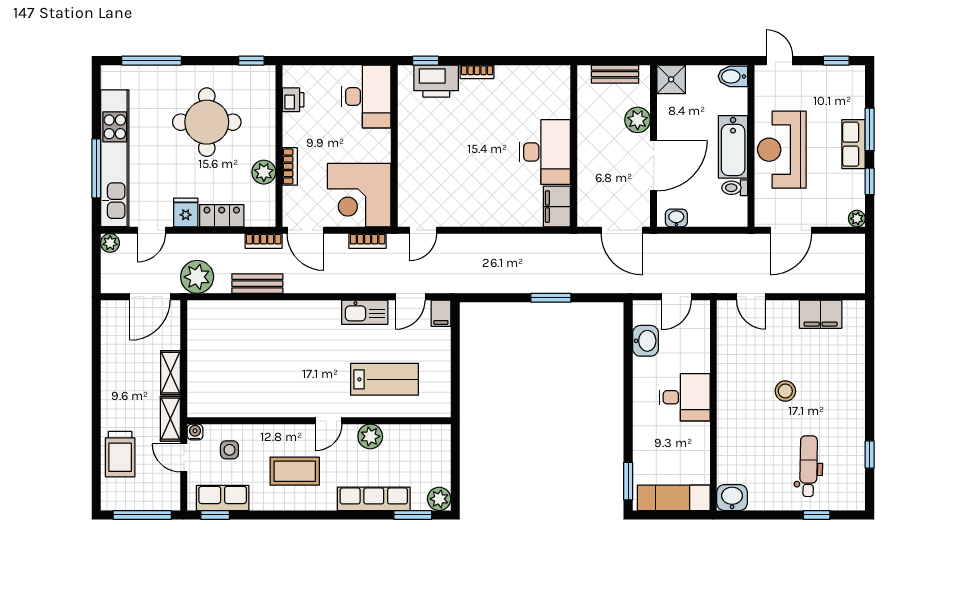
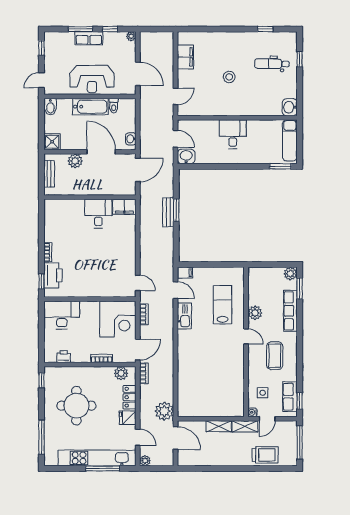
desk: (545, 152) -> (98, 214), width x0.73
plant: (264, 172) -> (121, 373), moved
bench: (257, 284) -> (168, 212), moved
washbasin: (645, 341) -> (186, 156), moved

